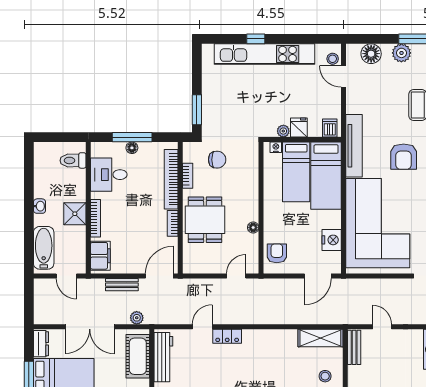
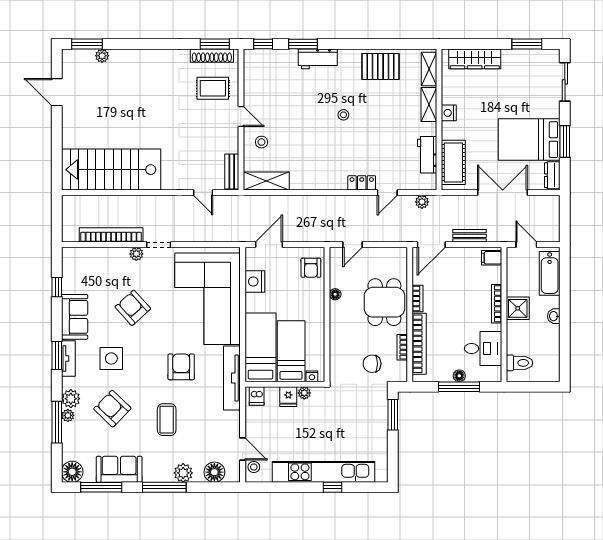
filing cabinet: (100, 256) -> (492, 258), width x0.50
plant: (137, 318) -> (422, 202), moved
workbench: (163, 357) -> (427, 155), width x0.73

